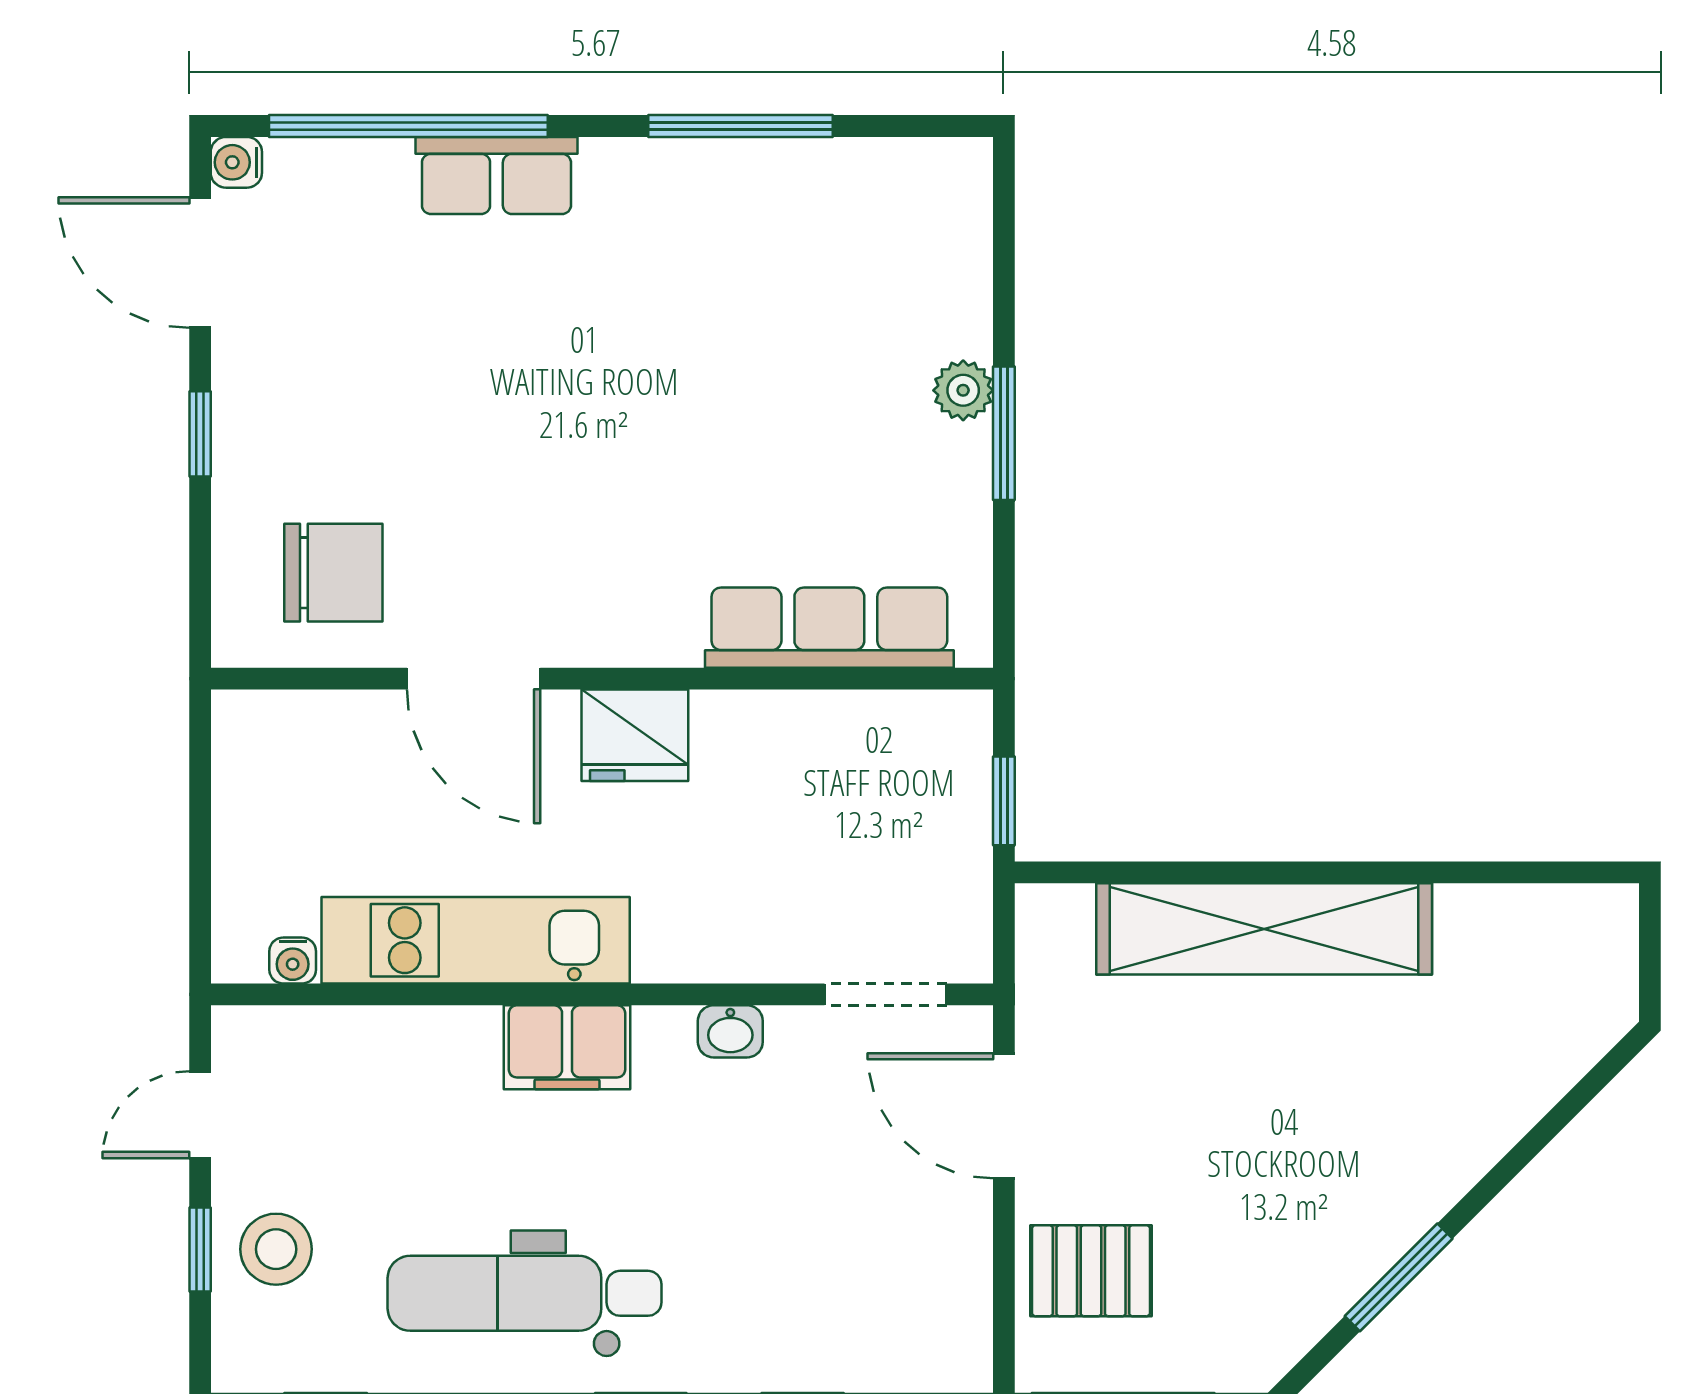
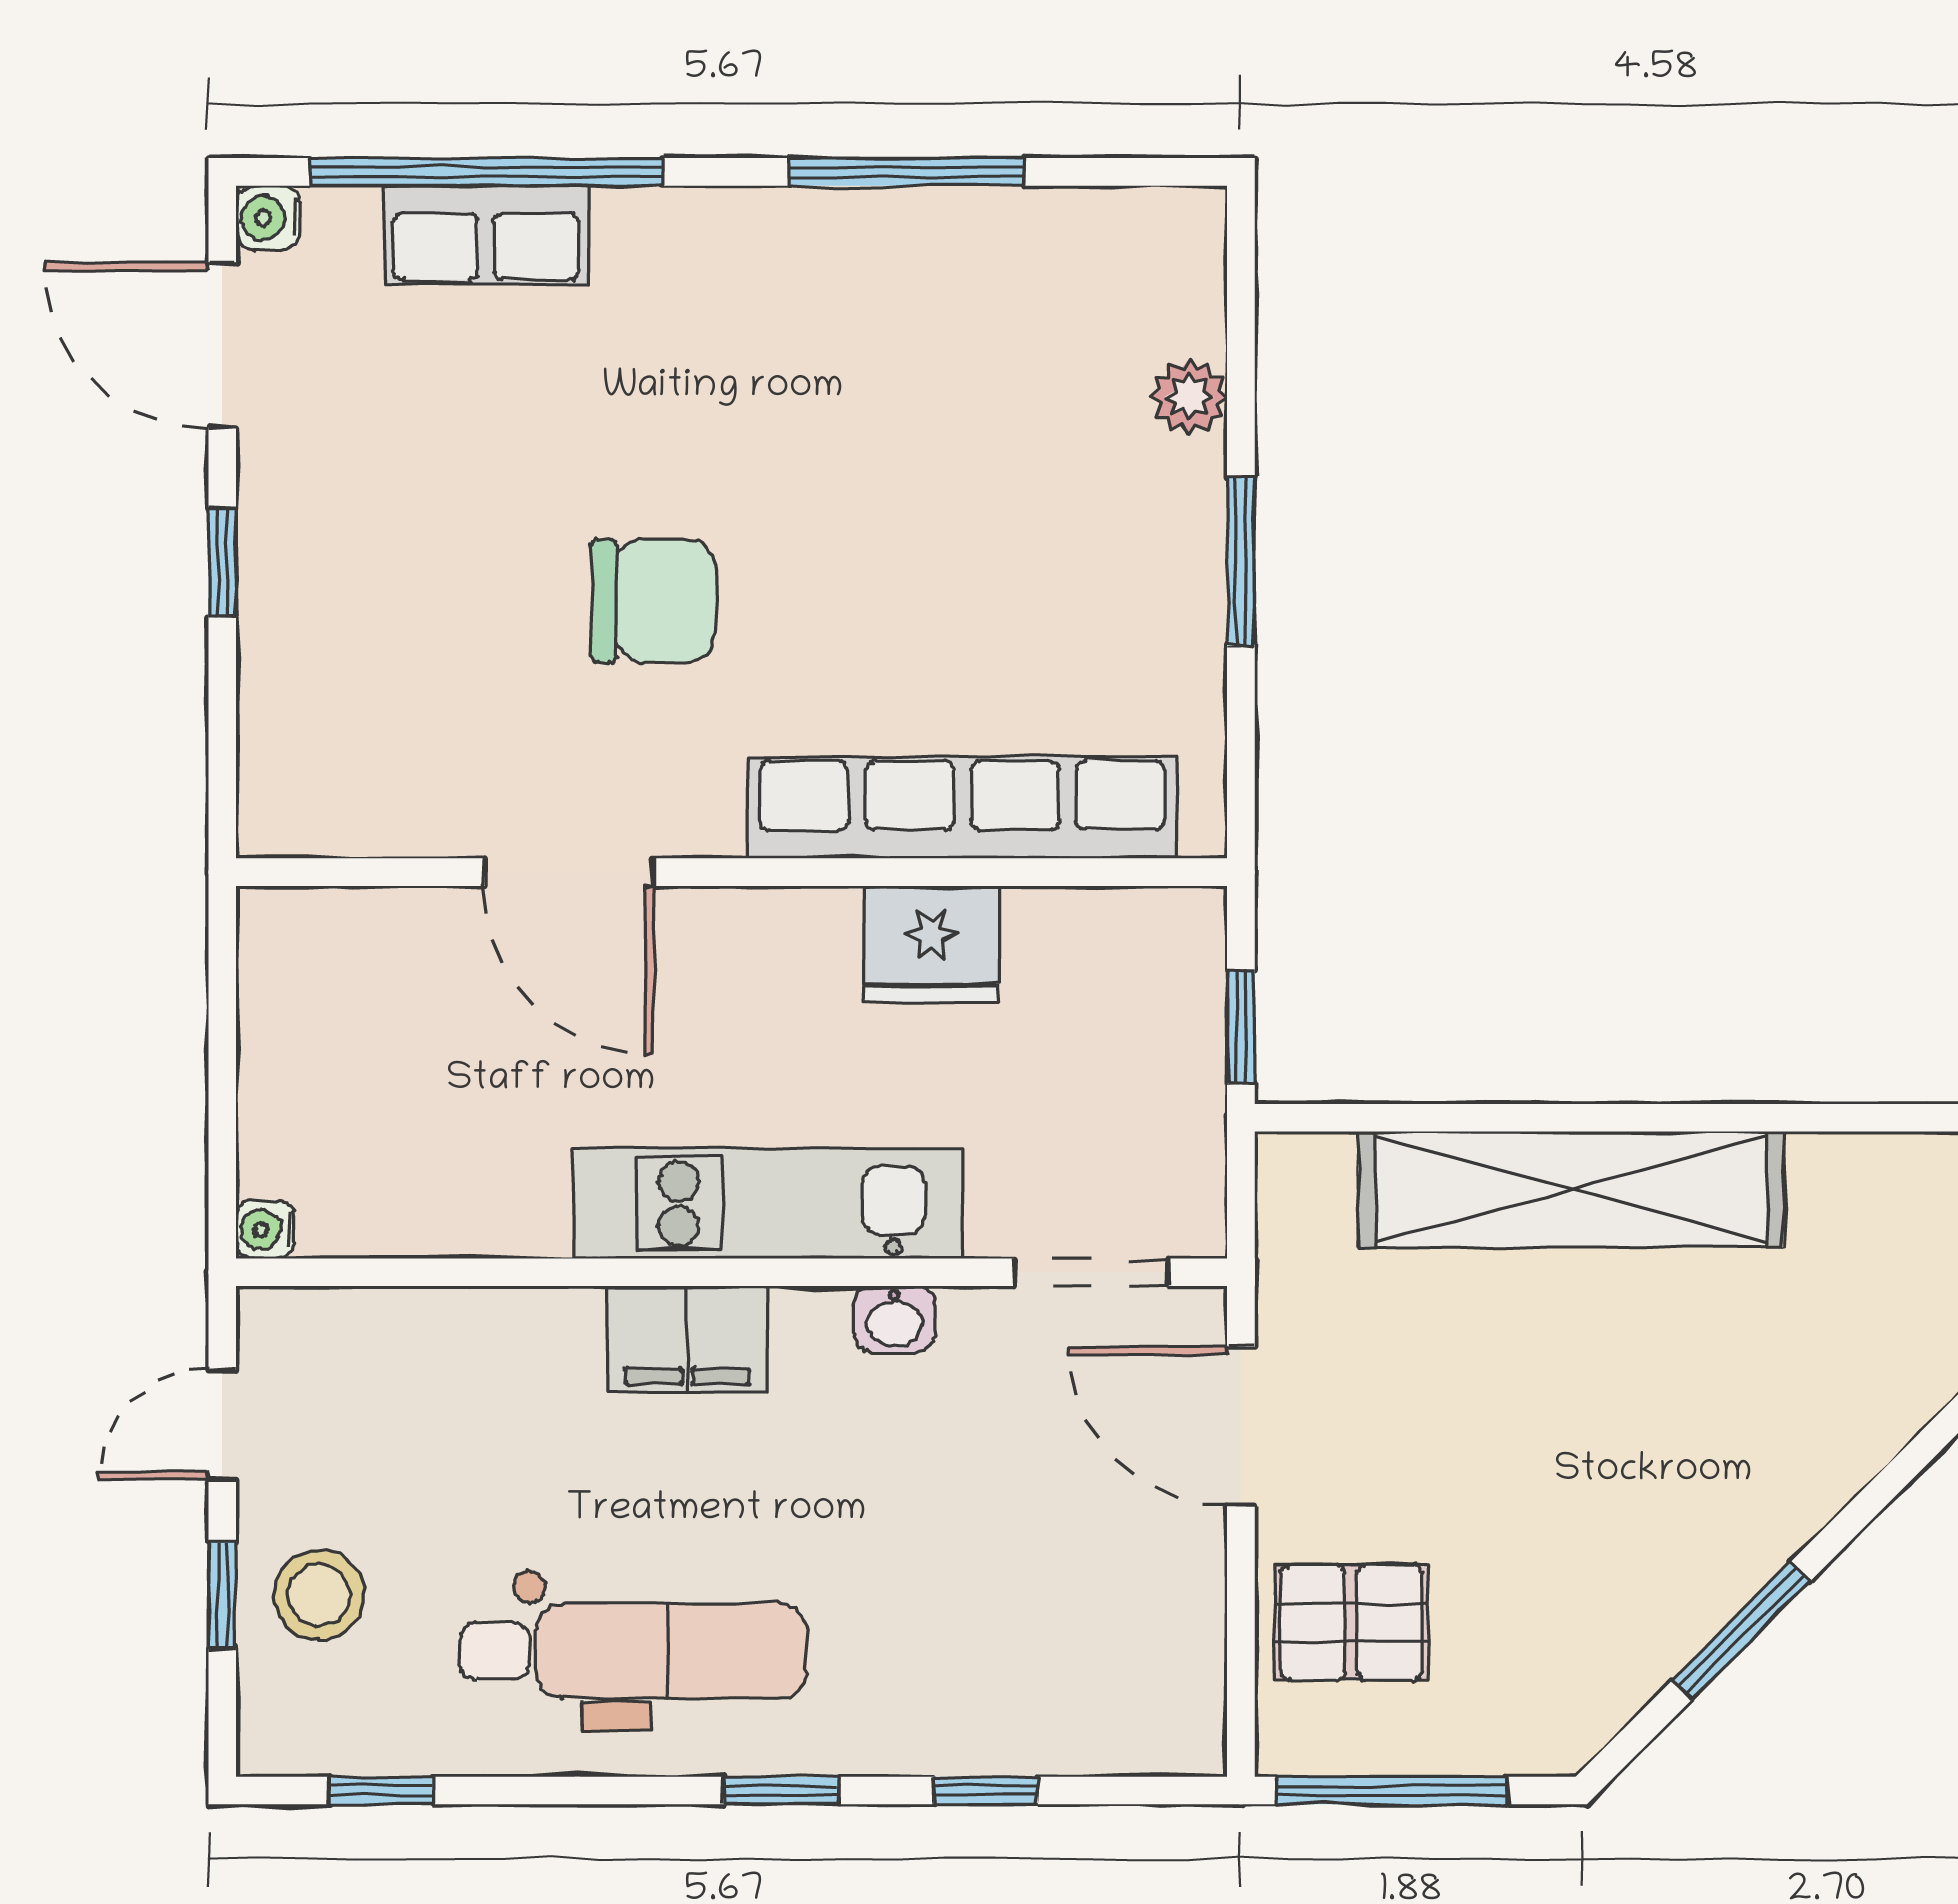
row of seats: (496, 175) -> (486, 235), moved
plant: (963, 390) -> (1189, 397), moved
chair: (333, 573) -> (653, 601), moved
row of seats: (829, 628) -> (962, 808), width x1.36
fridge: (635, 735) -> (931, 944), moved
kitchen unit: (476, 940) -> (768, 1204), moved
water cooler: (293, 961) -> (265, 1229), moved, turned 90
dental chair: (525, 1293) -> (634, 1651), turned 180

